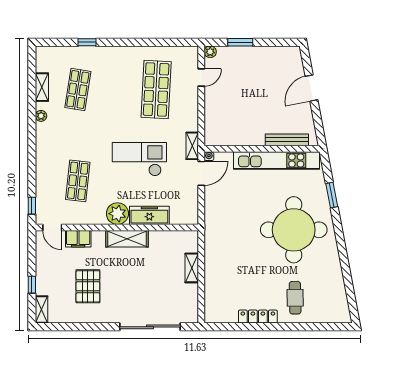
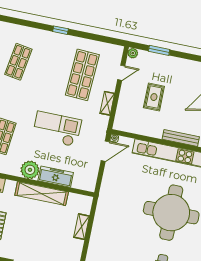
window: (87, 42) -> (60, 30), moved
rug: (246, 98) -> (154, 97), added
shelving: (192, 146) -> (107, 103), moved
shelving: (127, 239) -> (42, 194), width x1.47

